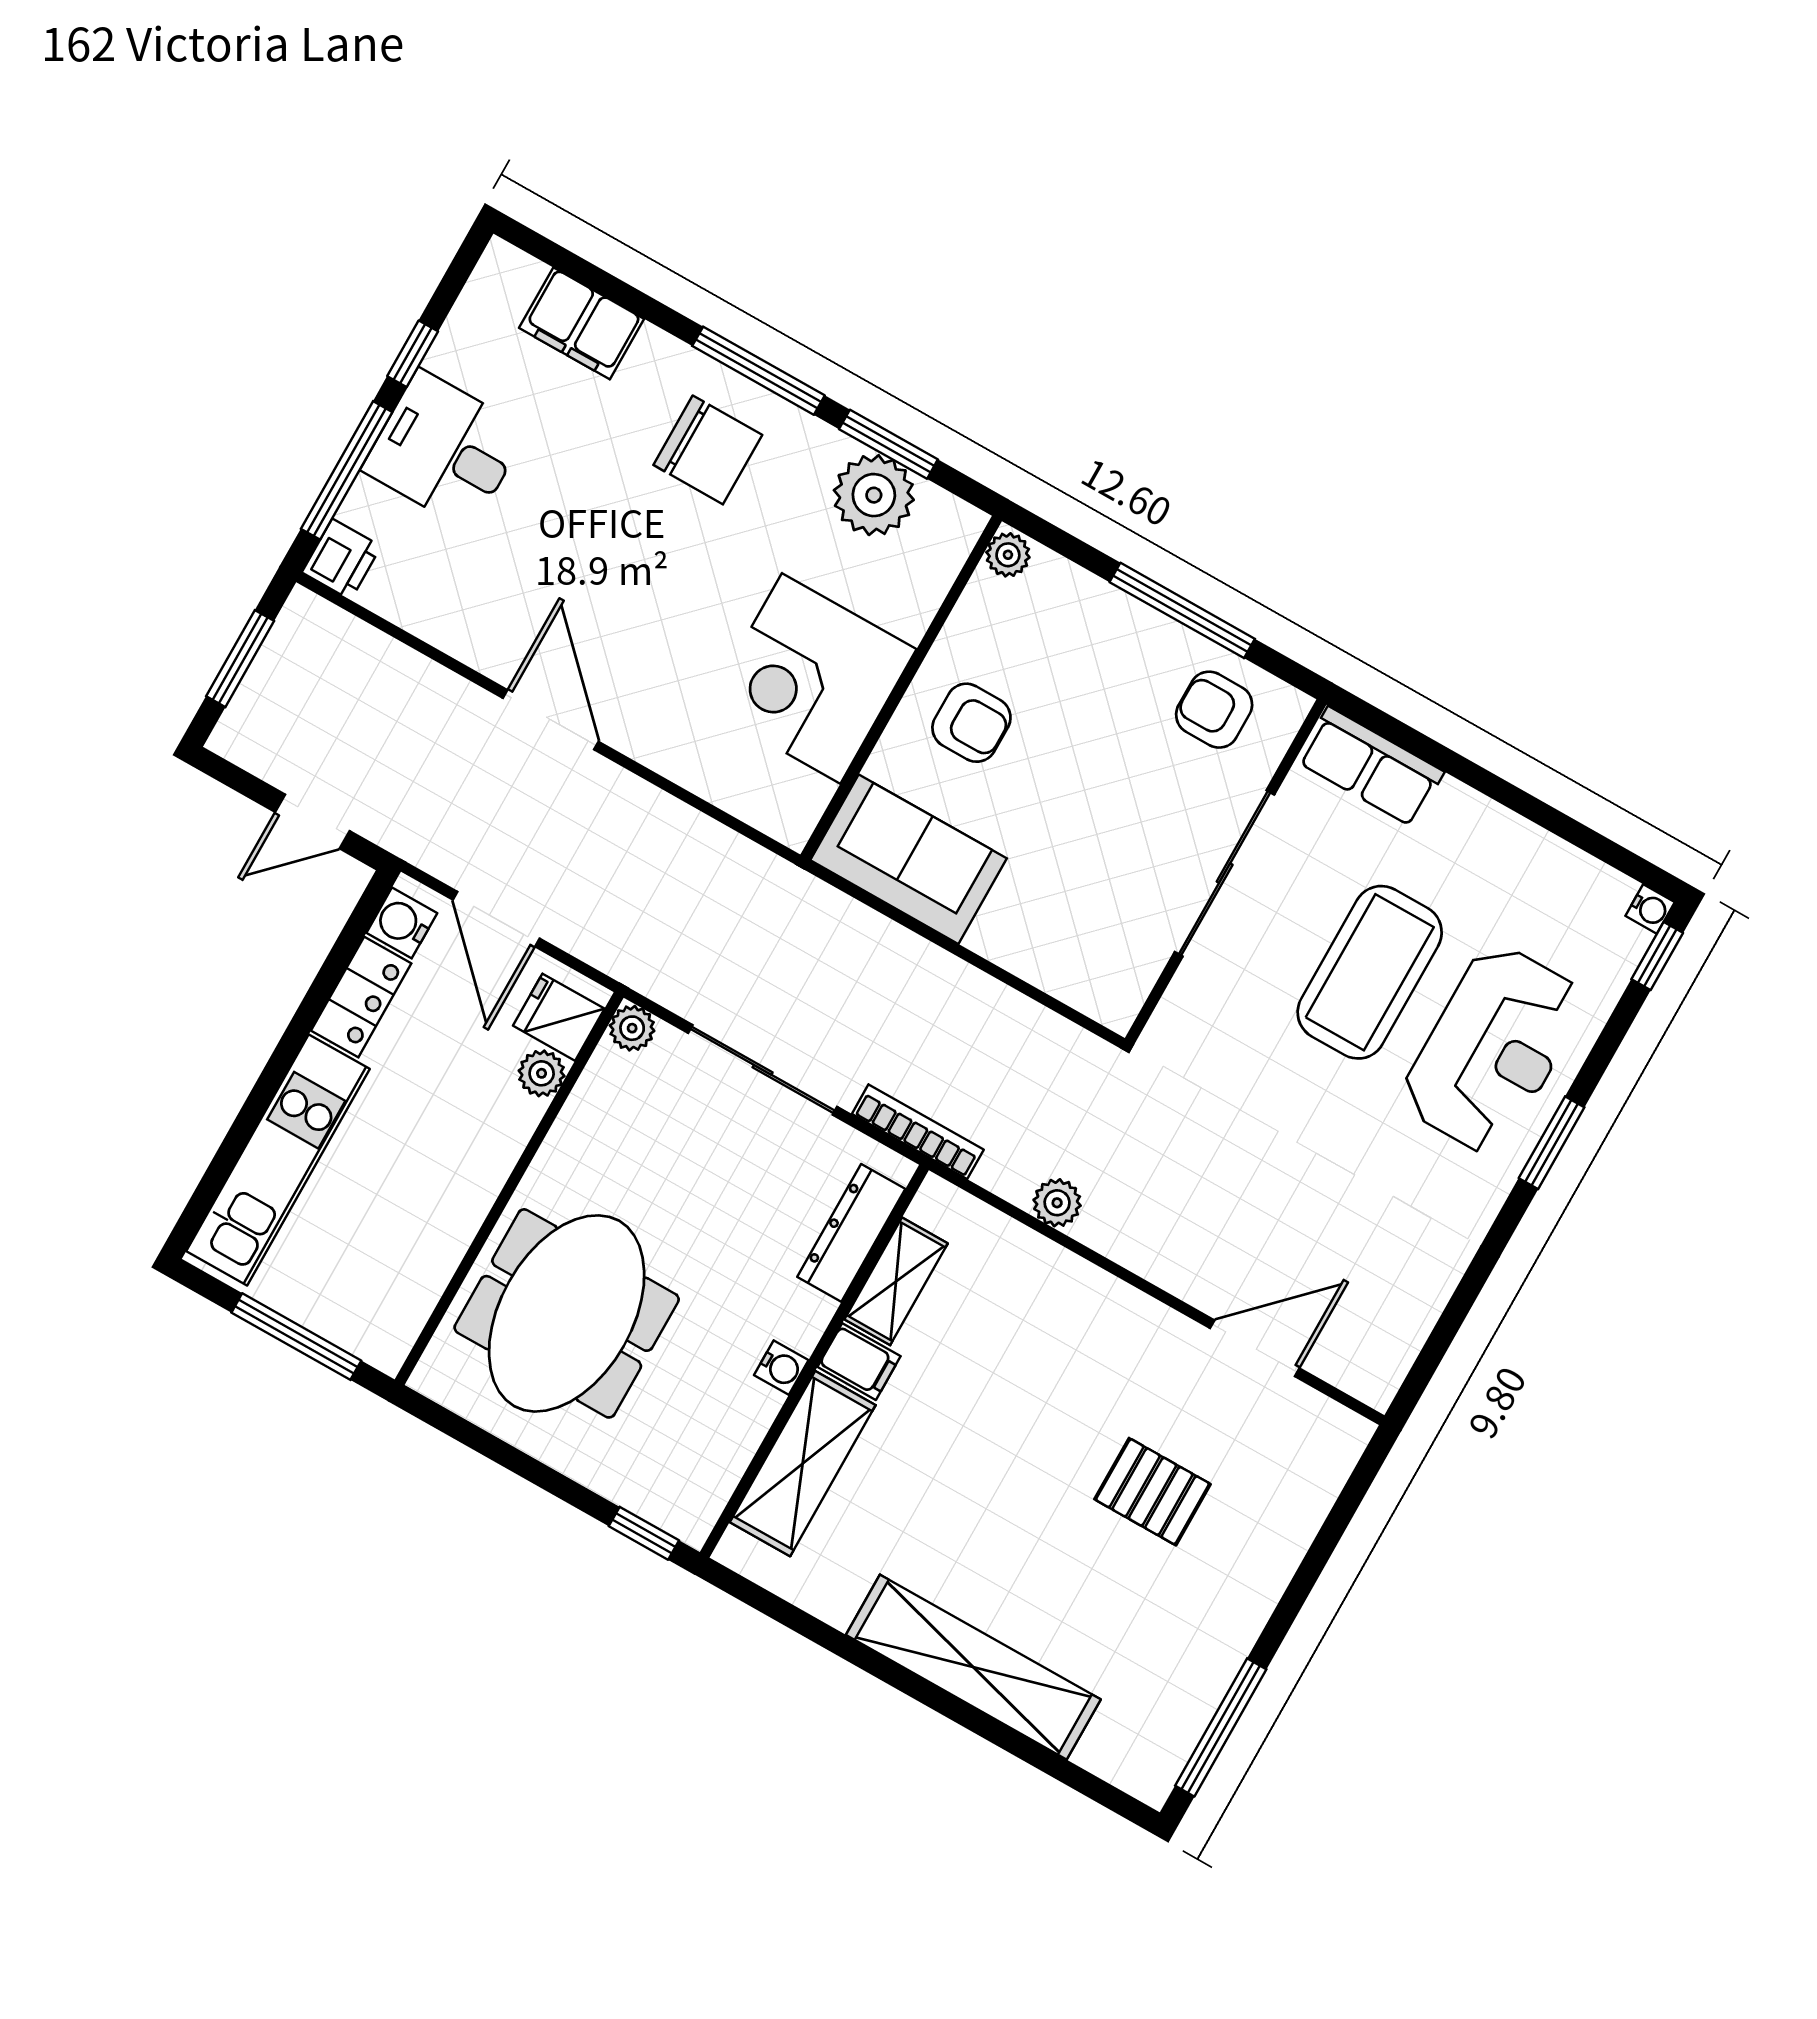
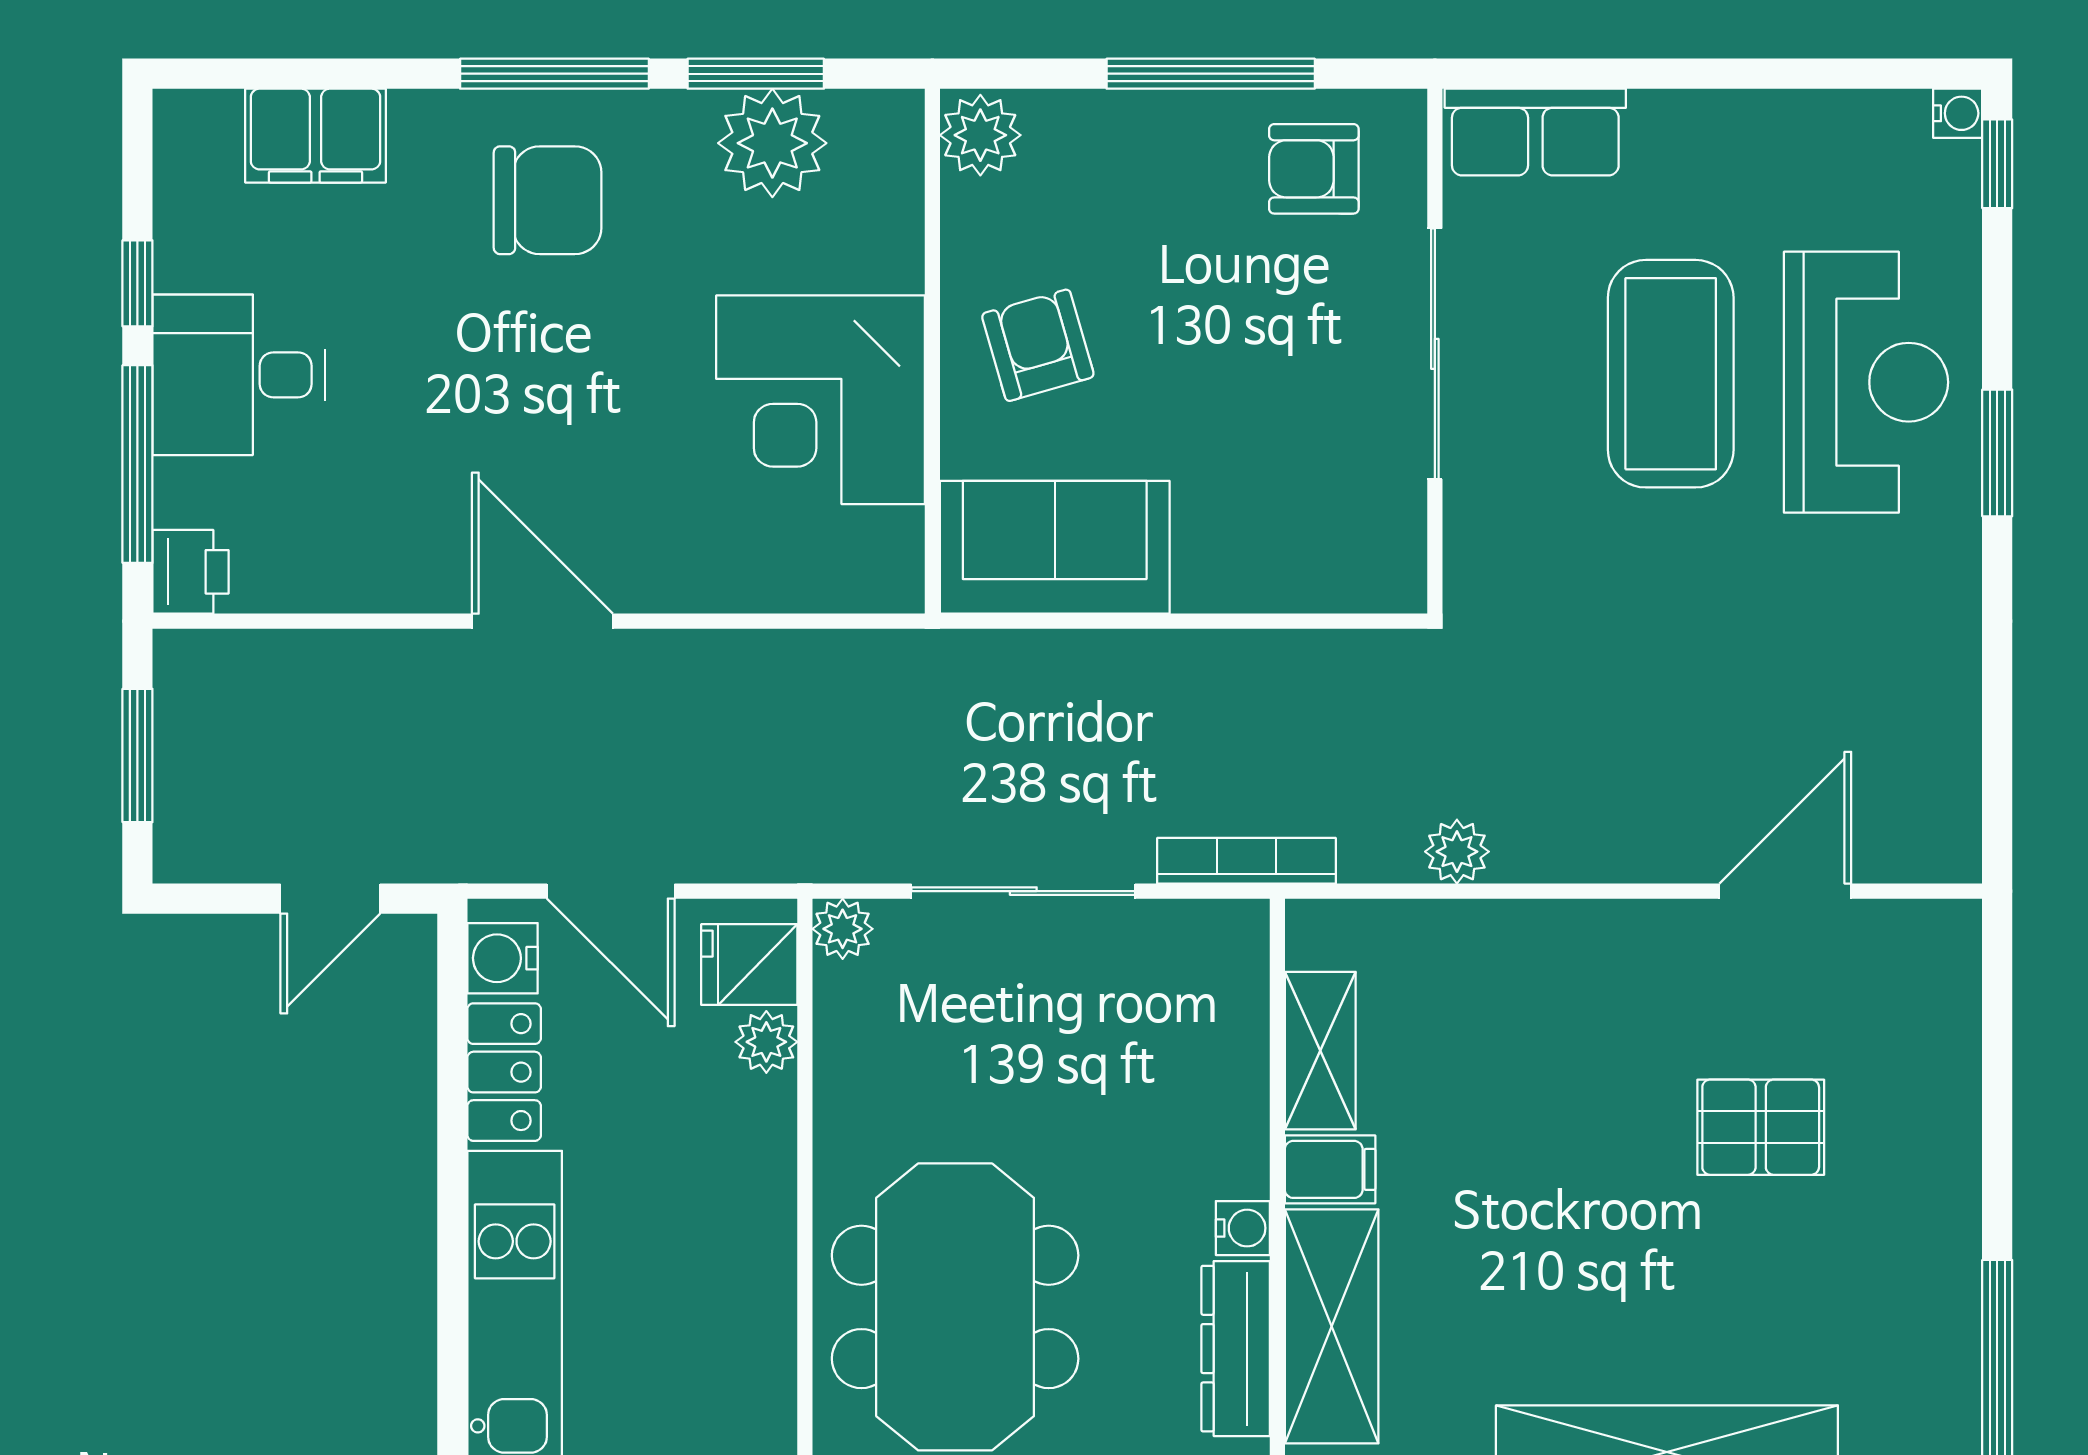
plant: (1008, 555) -> (980, 135), width x1.38, depth x1.38
armchair: (971, 723) -> (1038, 345), turned -106
dresser: (851, 1233) -> (1236, 1349), moved

